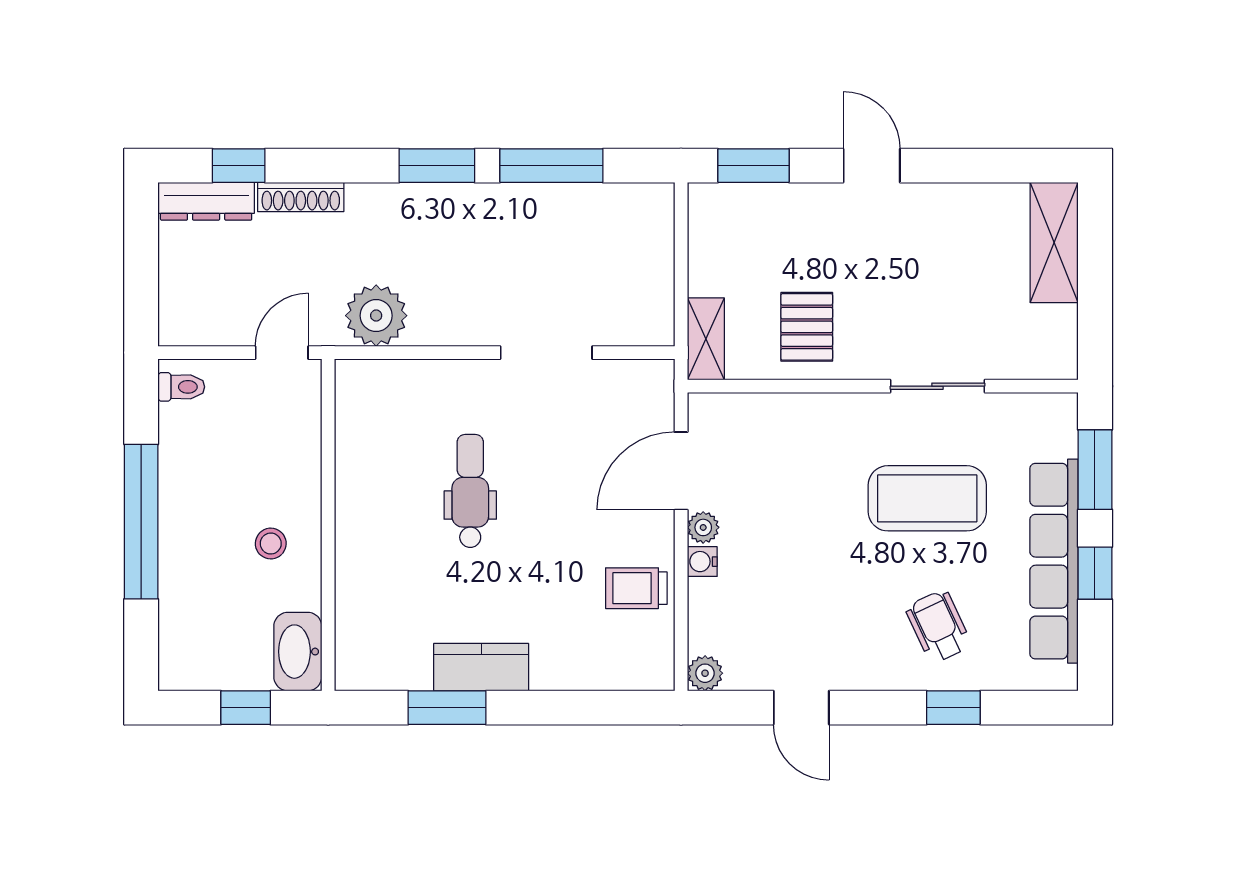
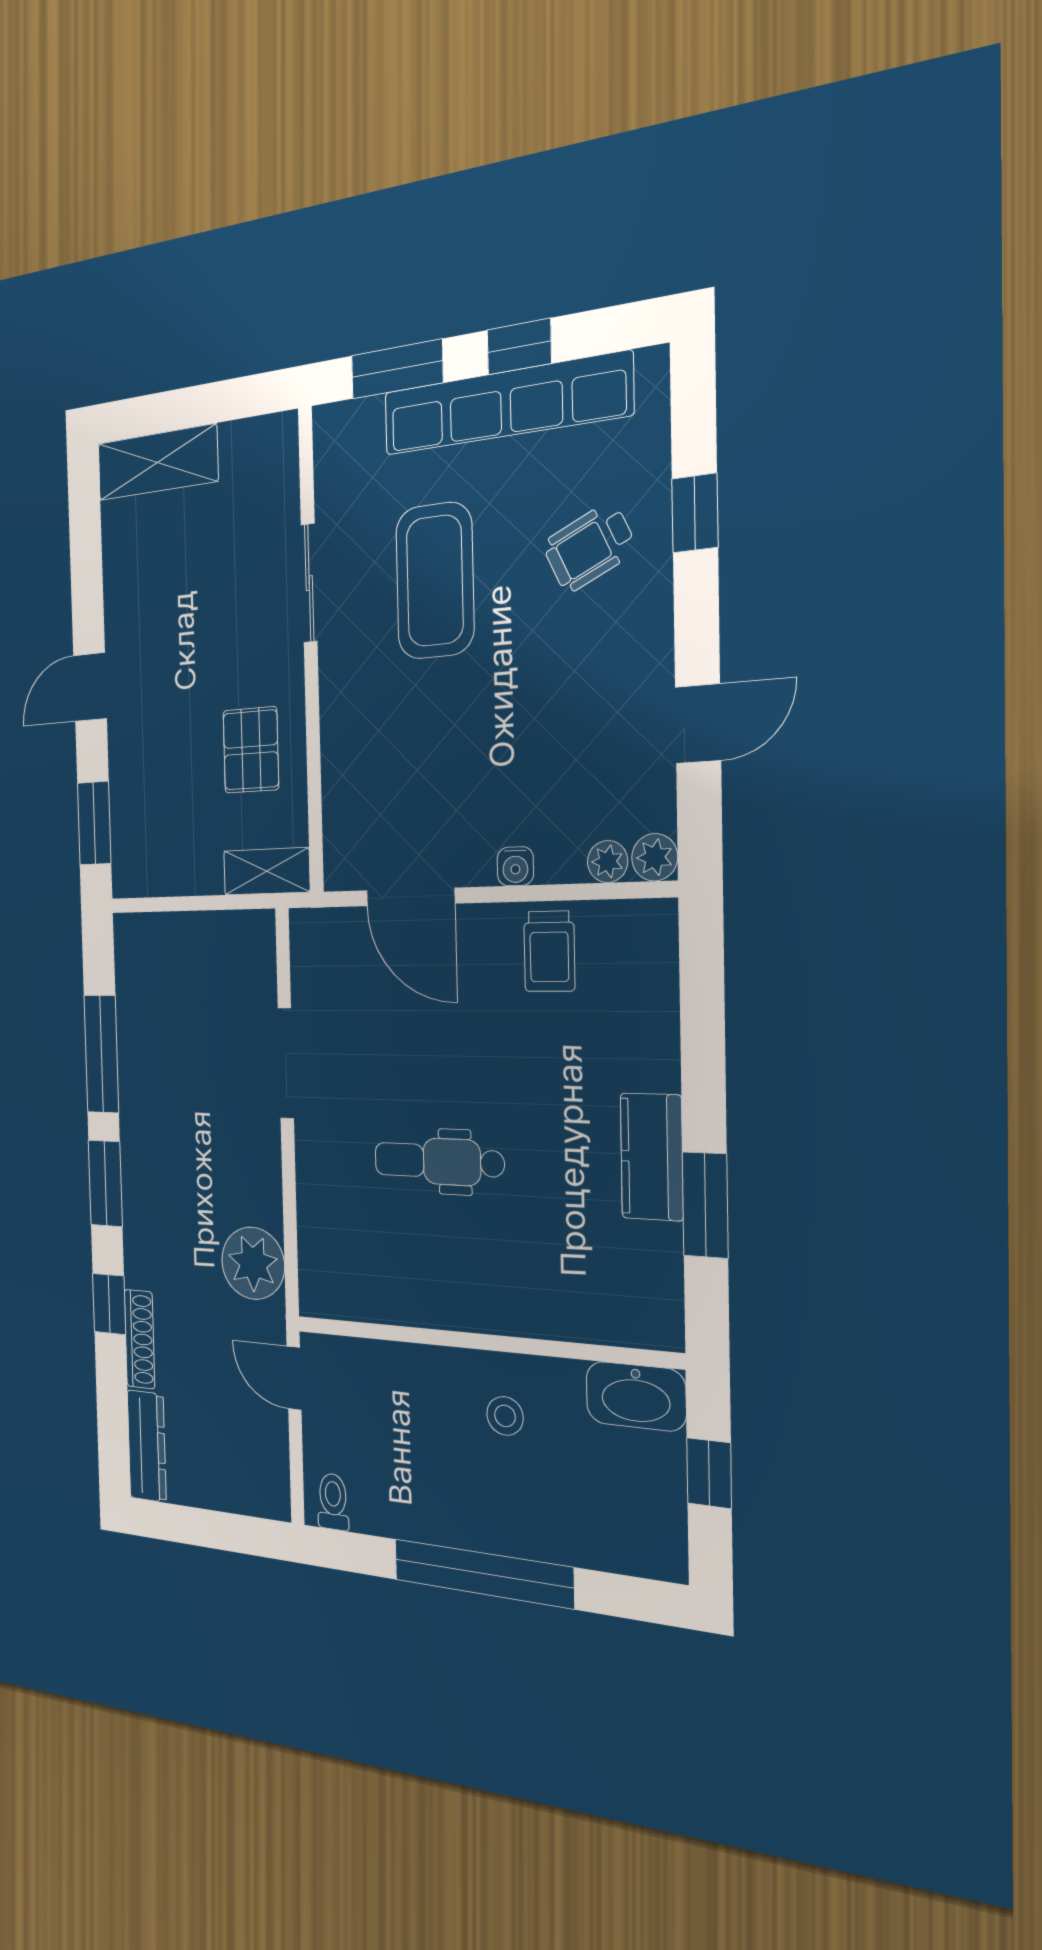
window: (239, 166) -> (109, 1304), moved
pallet: (807, 327) -> (251, 750), turned 90
plant: (703, 527) -> (608, 862), moved

